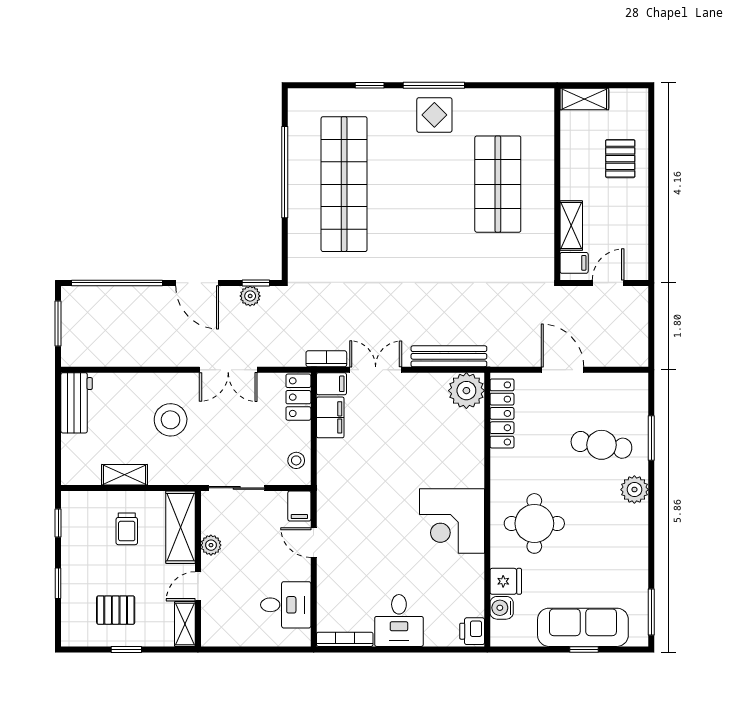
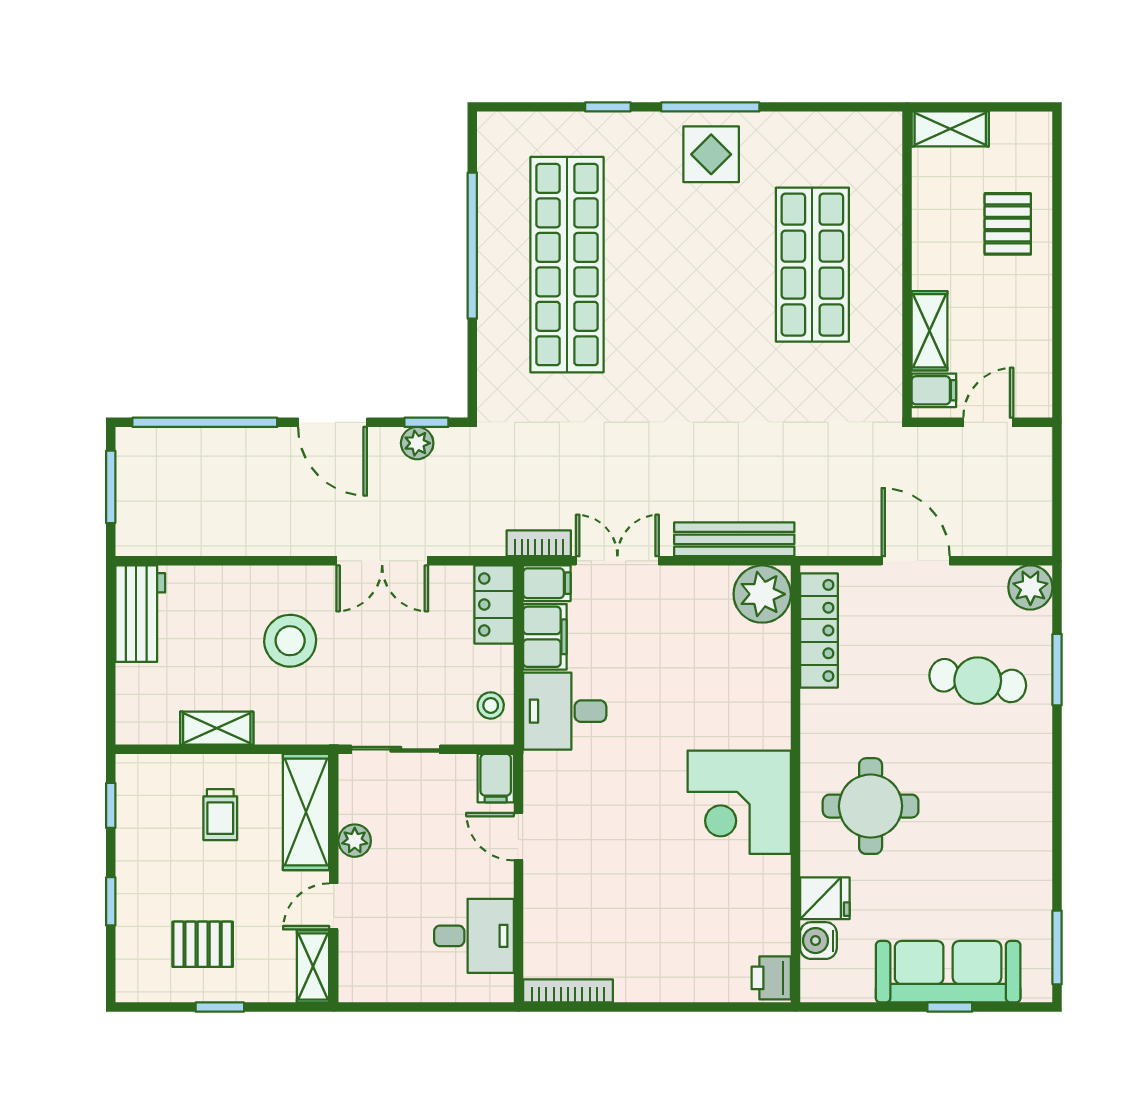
plant: (634, 490) -> (1030, 587), moved
desk: (399, 620) -> (565, 711), moved, turned 90

